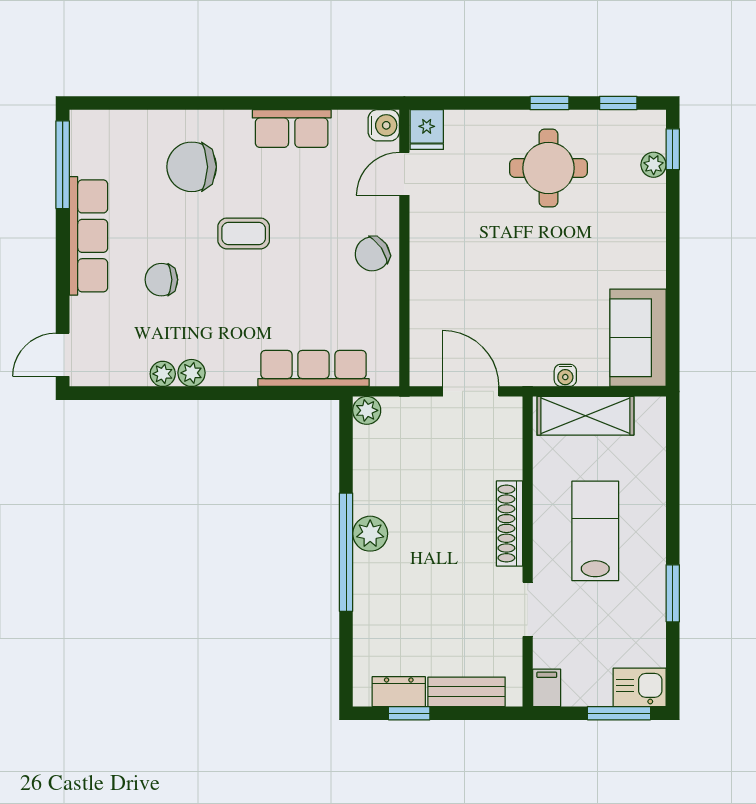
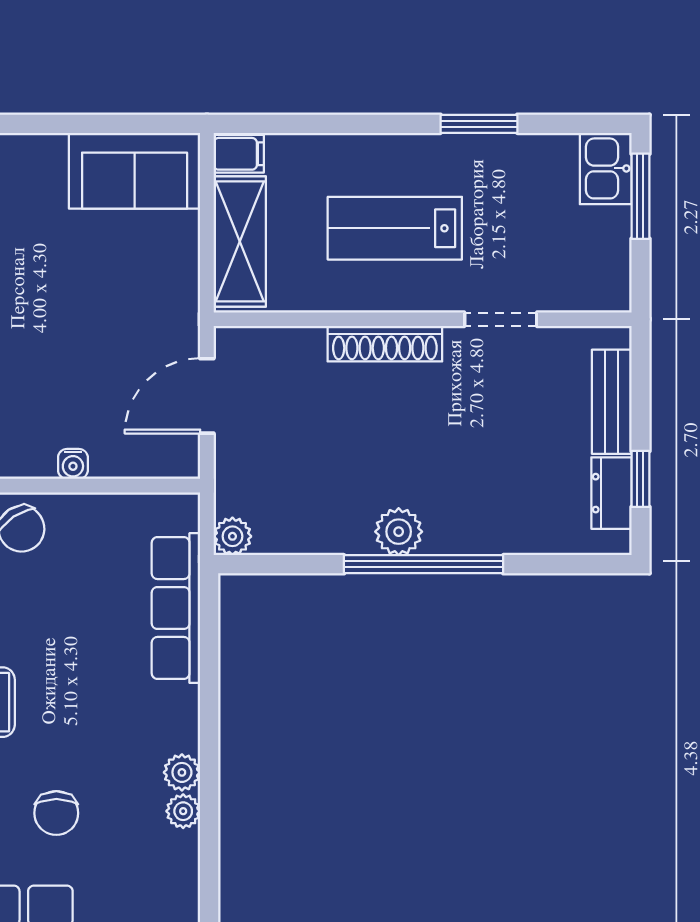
water cooler: (565, 375) -> (73, 464), moved, turned 90
filing cabinet: (547, 688) -> (239, 154), moved, turned 180

